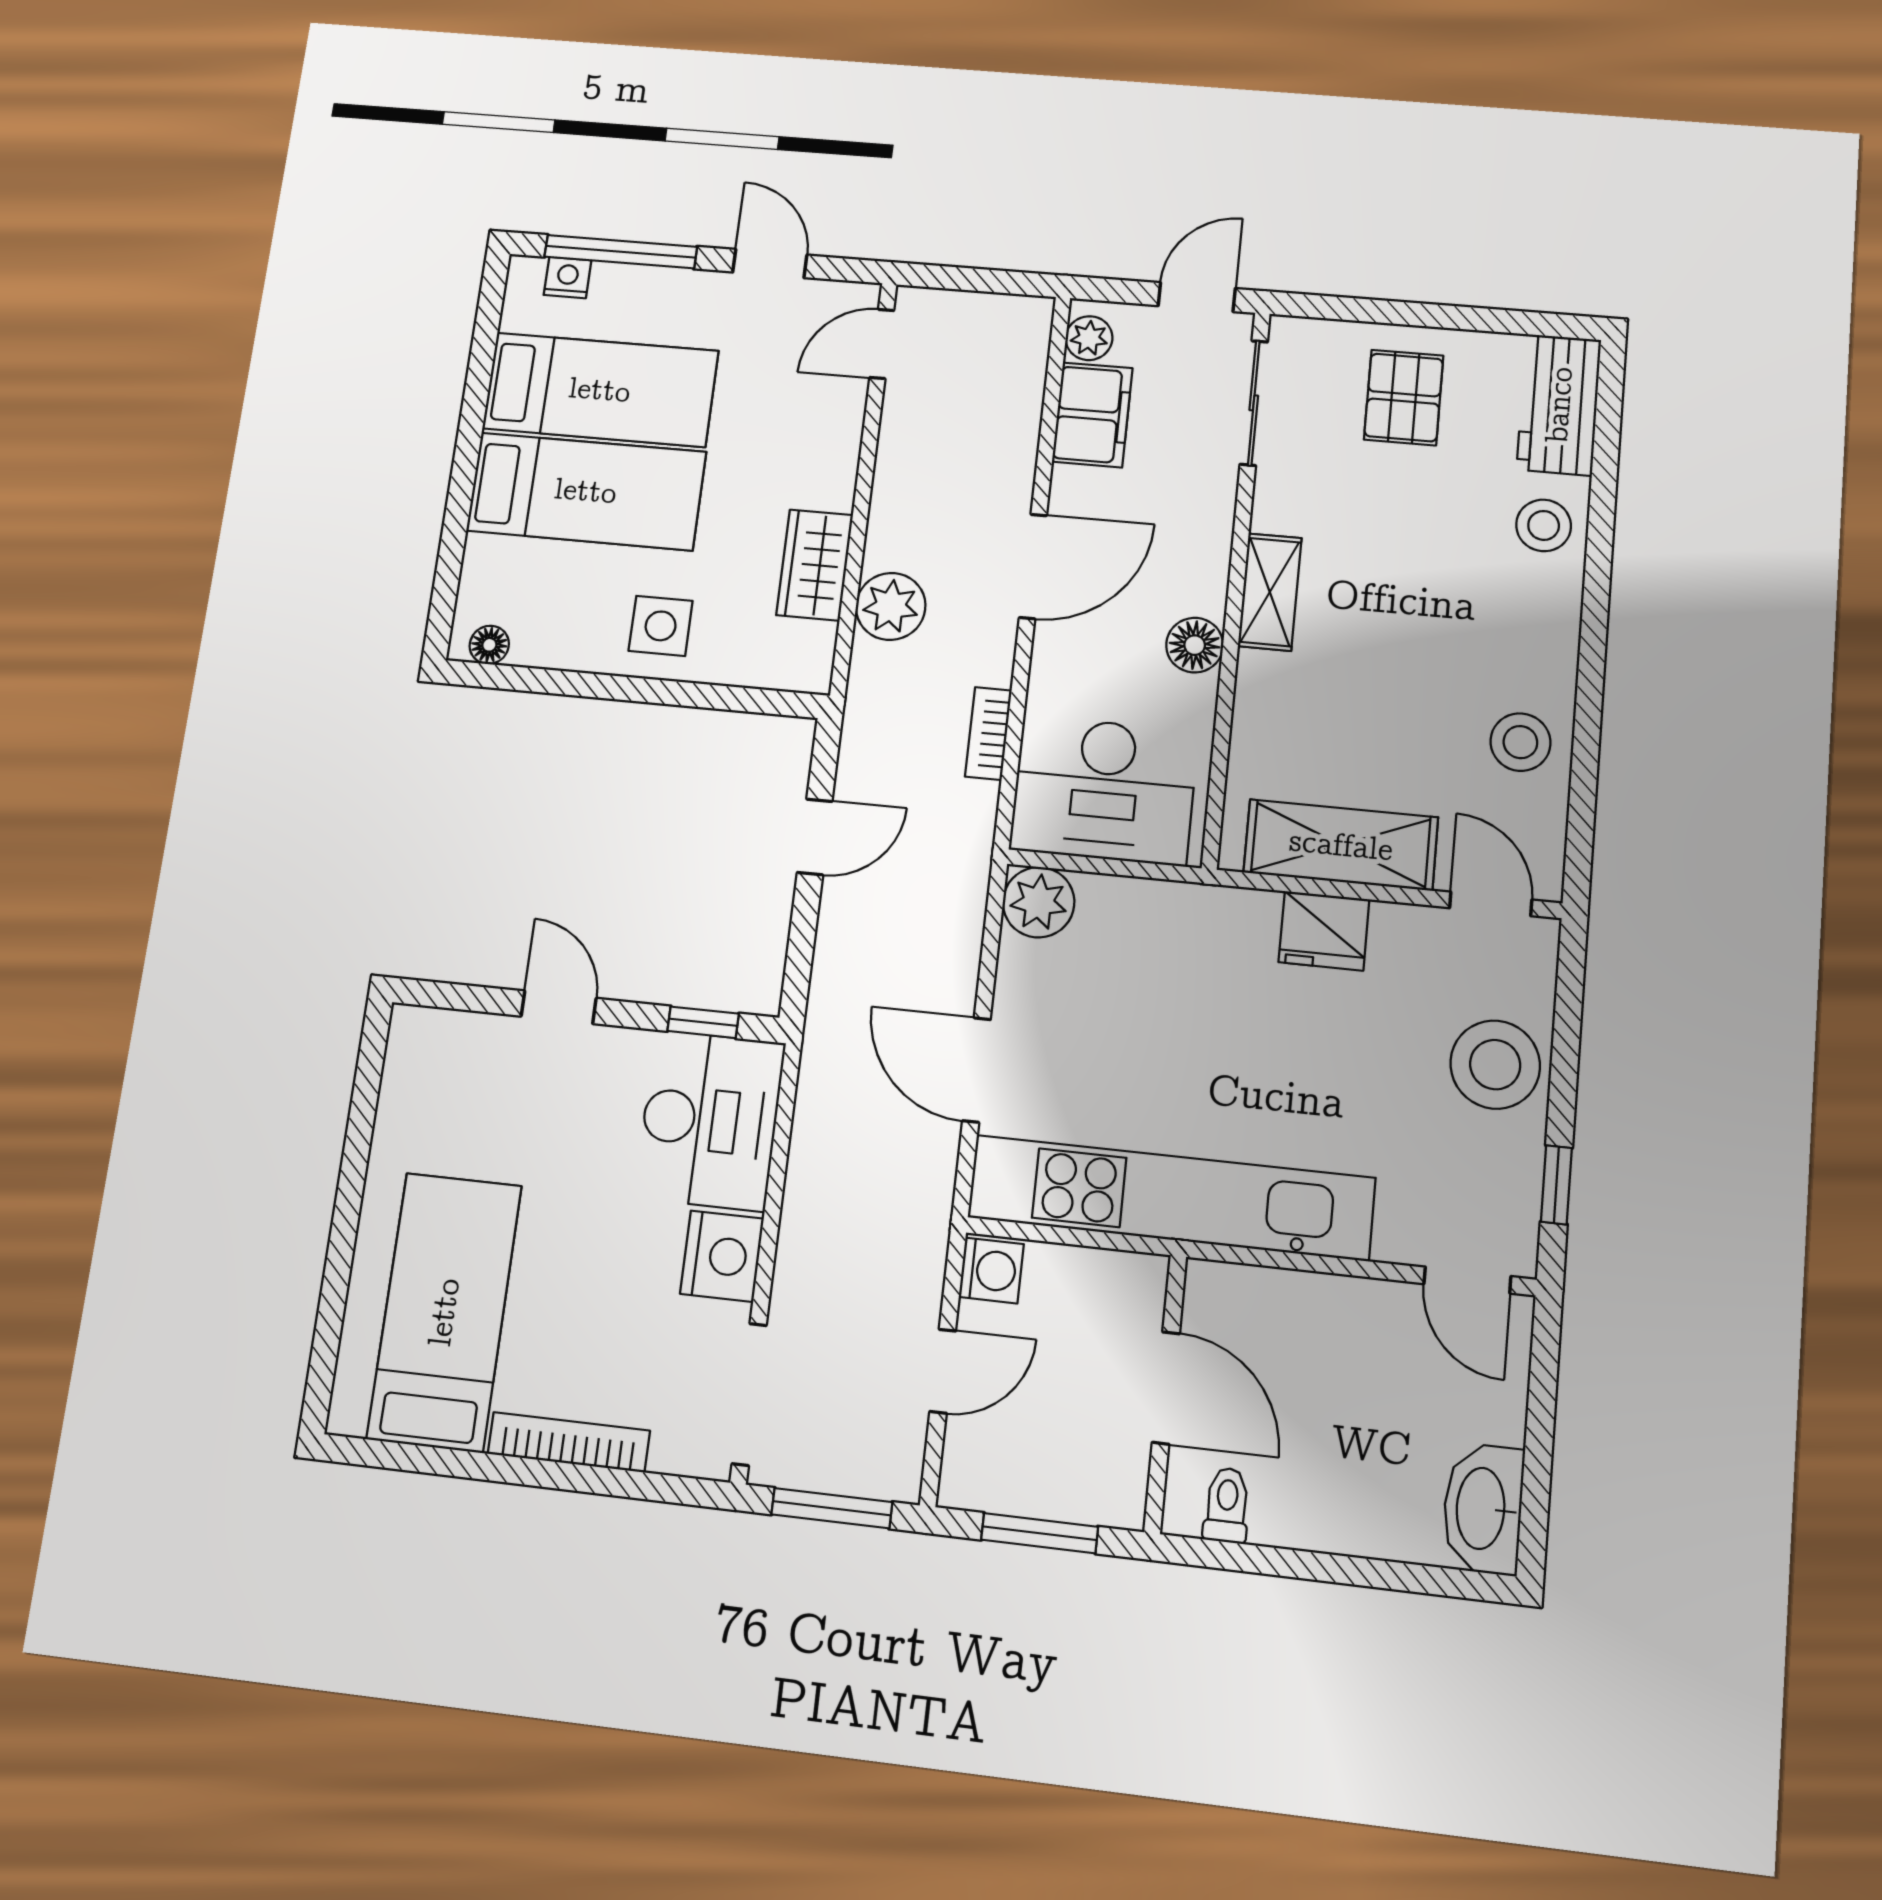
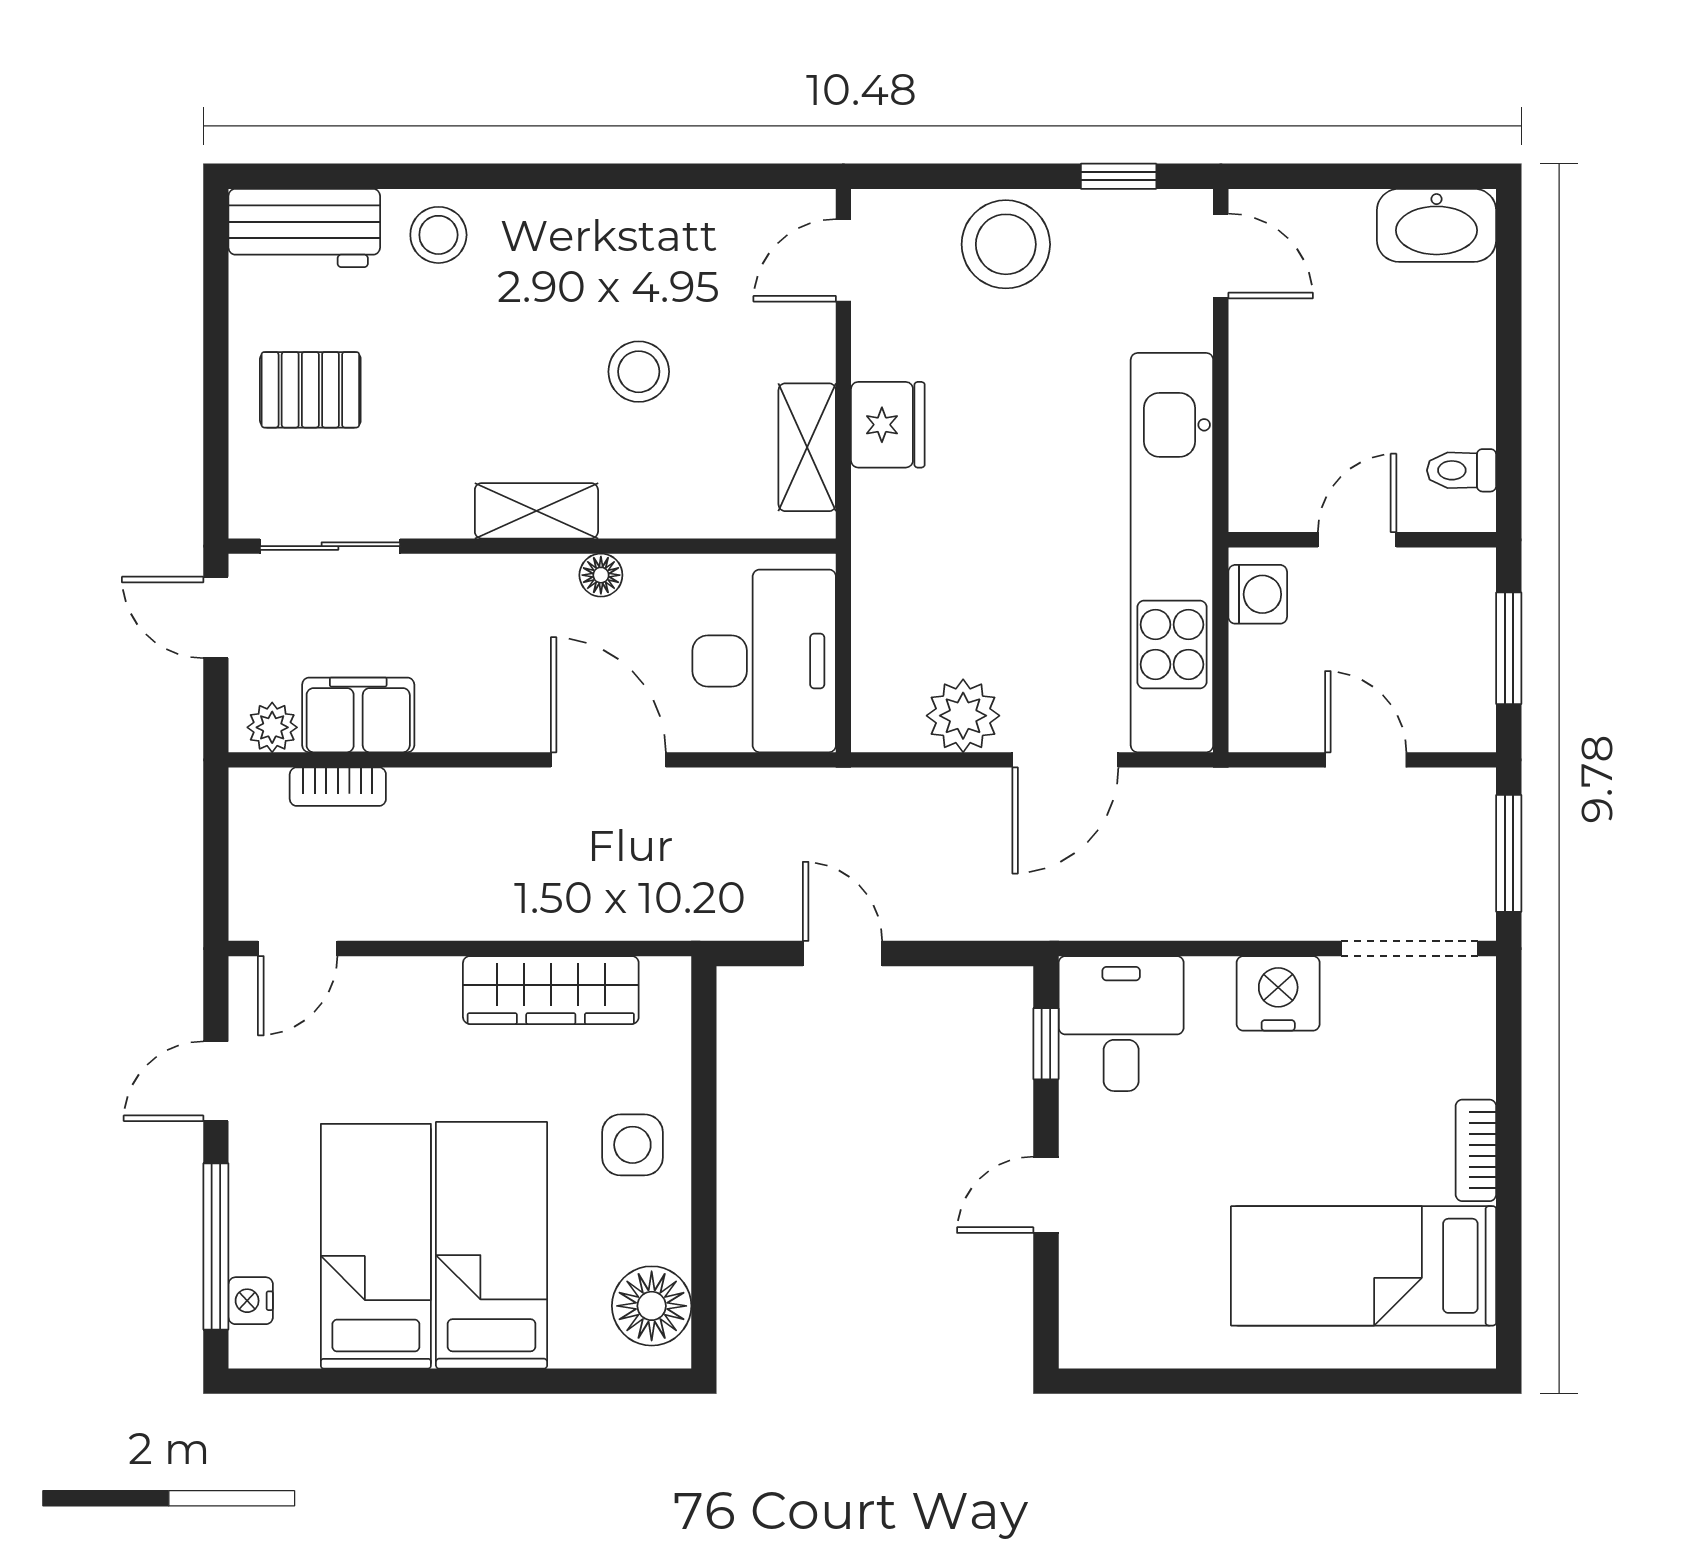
door: (882, 344) -> (298, 949), hinge flipped
wardrobe: (815, 565) -> (551, 990), width x1.50
door: (1033, 566) -> (608, 760), moved
plant: (891, 606) -> (589, 904), removed
floor lamp: (489, 645) -> (652, 1306), width x1.89, depth x1.89
floor lamp: (1195, 645) -> (601, 575), width x0.73, depth x0.73
bookcase: (988, 733) -> (338, 787), moved
stool: (1520, 742) -> (639, 372), moved
shelving: (1341, 845) -> (807, 447), width x0.67, depth x0.75
plant: (1039, 902) -> (963, 716), moved
desk: (710, 1120) -> (1121, 1024), width x0.73
washing machine: (991, 1270) -> (1258, 594), moved, turned 90
door: (1467, 1280) -> (1221, 256), hinge flipped
door: (1166, 1388) -> (1357, 540), width x0.73
bookcase: (569, 1442) -> (1476, 1150), width x0.64

